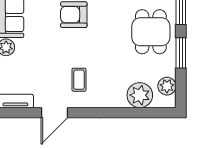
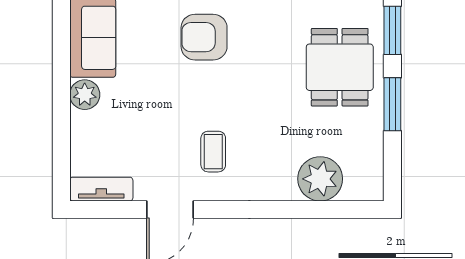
plant: (167, 86) -> (368, 163), removed

